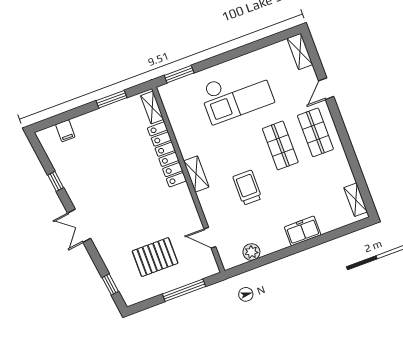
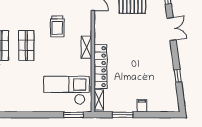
checkout: (236, 94) -> (67, 90), moved
filing cabinet: (65, 131) -> (142, 106), moved
double door: (79, 226) -> (172, 29), moved

